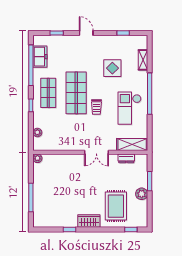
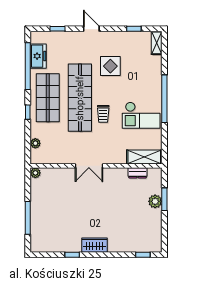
shelving: (143, 60) -> (157, 43), moved
display table: (112, 68) -> (110, 66), moved
shop shelf: (48, 93) -> (48, 98), width x1.43, depth x1.36
shop shelf: (76, 93) -> (80, 98), width x1.40
checkout: (129, 108) -> (141, 115), turned -90
double door: (96, 152) -> (89, 166), moved
plant: (142, 194) -> (155, 201), moved
rug: (116, 206) -> (126, 228), removed

